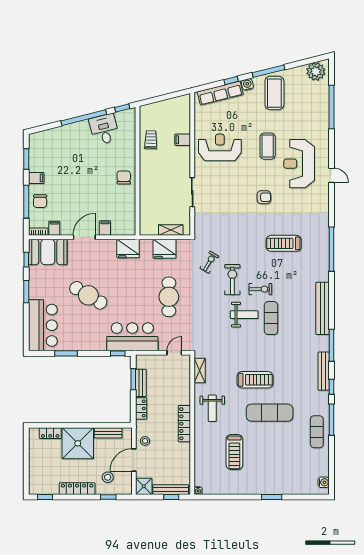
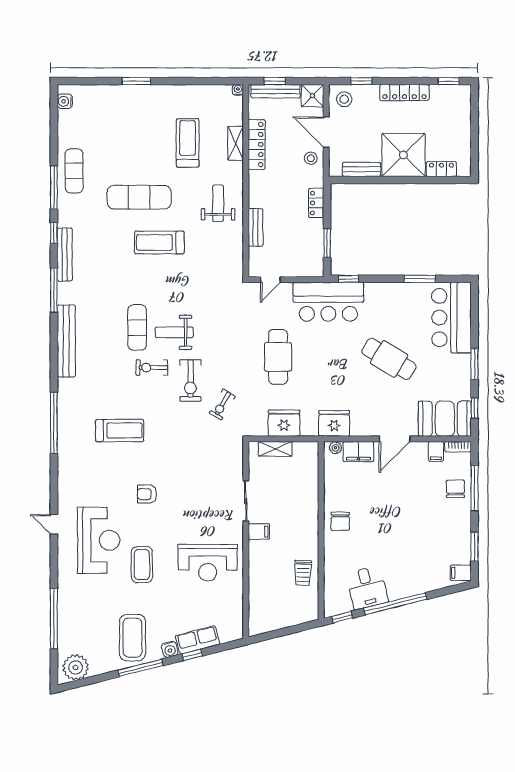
row of seats: (220, 93) -> (198, 640), width x0.68
filing cabinet: (183, 140) -> (259, 532), moved
filing cabinet: (36, 178) -> (461, 573), moved
filing cabinet: (105, 228) -> (358, 452), width x2.00
plant: (127, 231) -> (335, 448), added
shelving: (200, 370) -> (236, 143), moved
bench: (141, 383) -> (256, 227), moved
locker: (184, 424) -> (257, 144), moved
door: (134, 460) -> (326, 132), swing flipped
stool: (108, 477) -> (344, 99), moved

